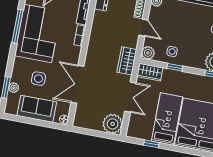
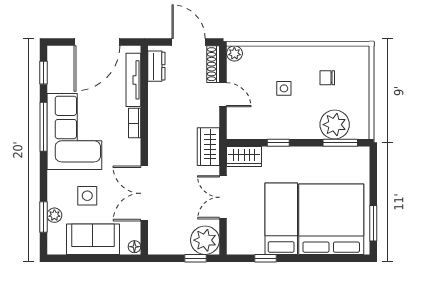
side table: (172, 51) -> (284, 88), moved
plant: (148, 53) -> (236, 130), removed
double door: (130, 97) -> (223, 197), swing flipped
window: (104, 135) -> (195, 258), added

